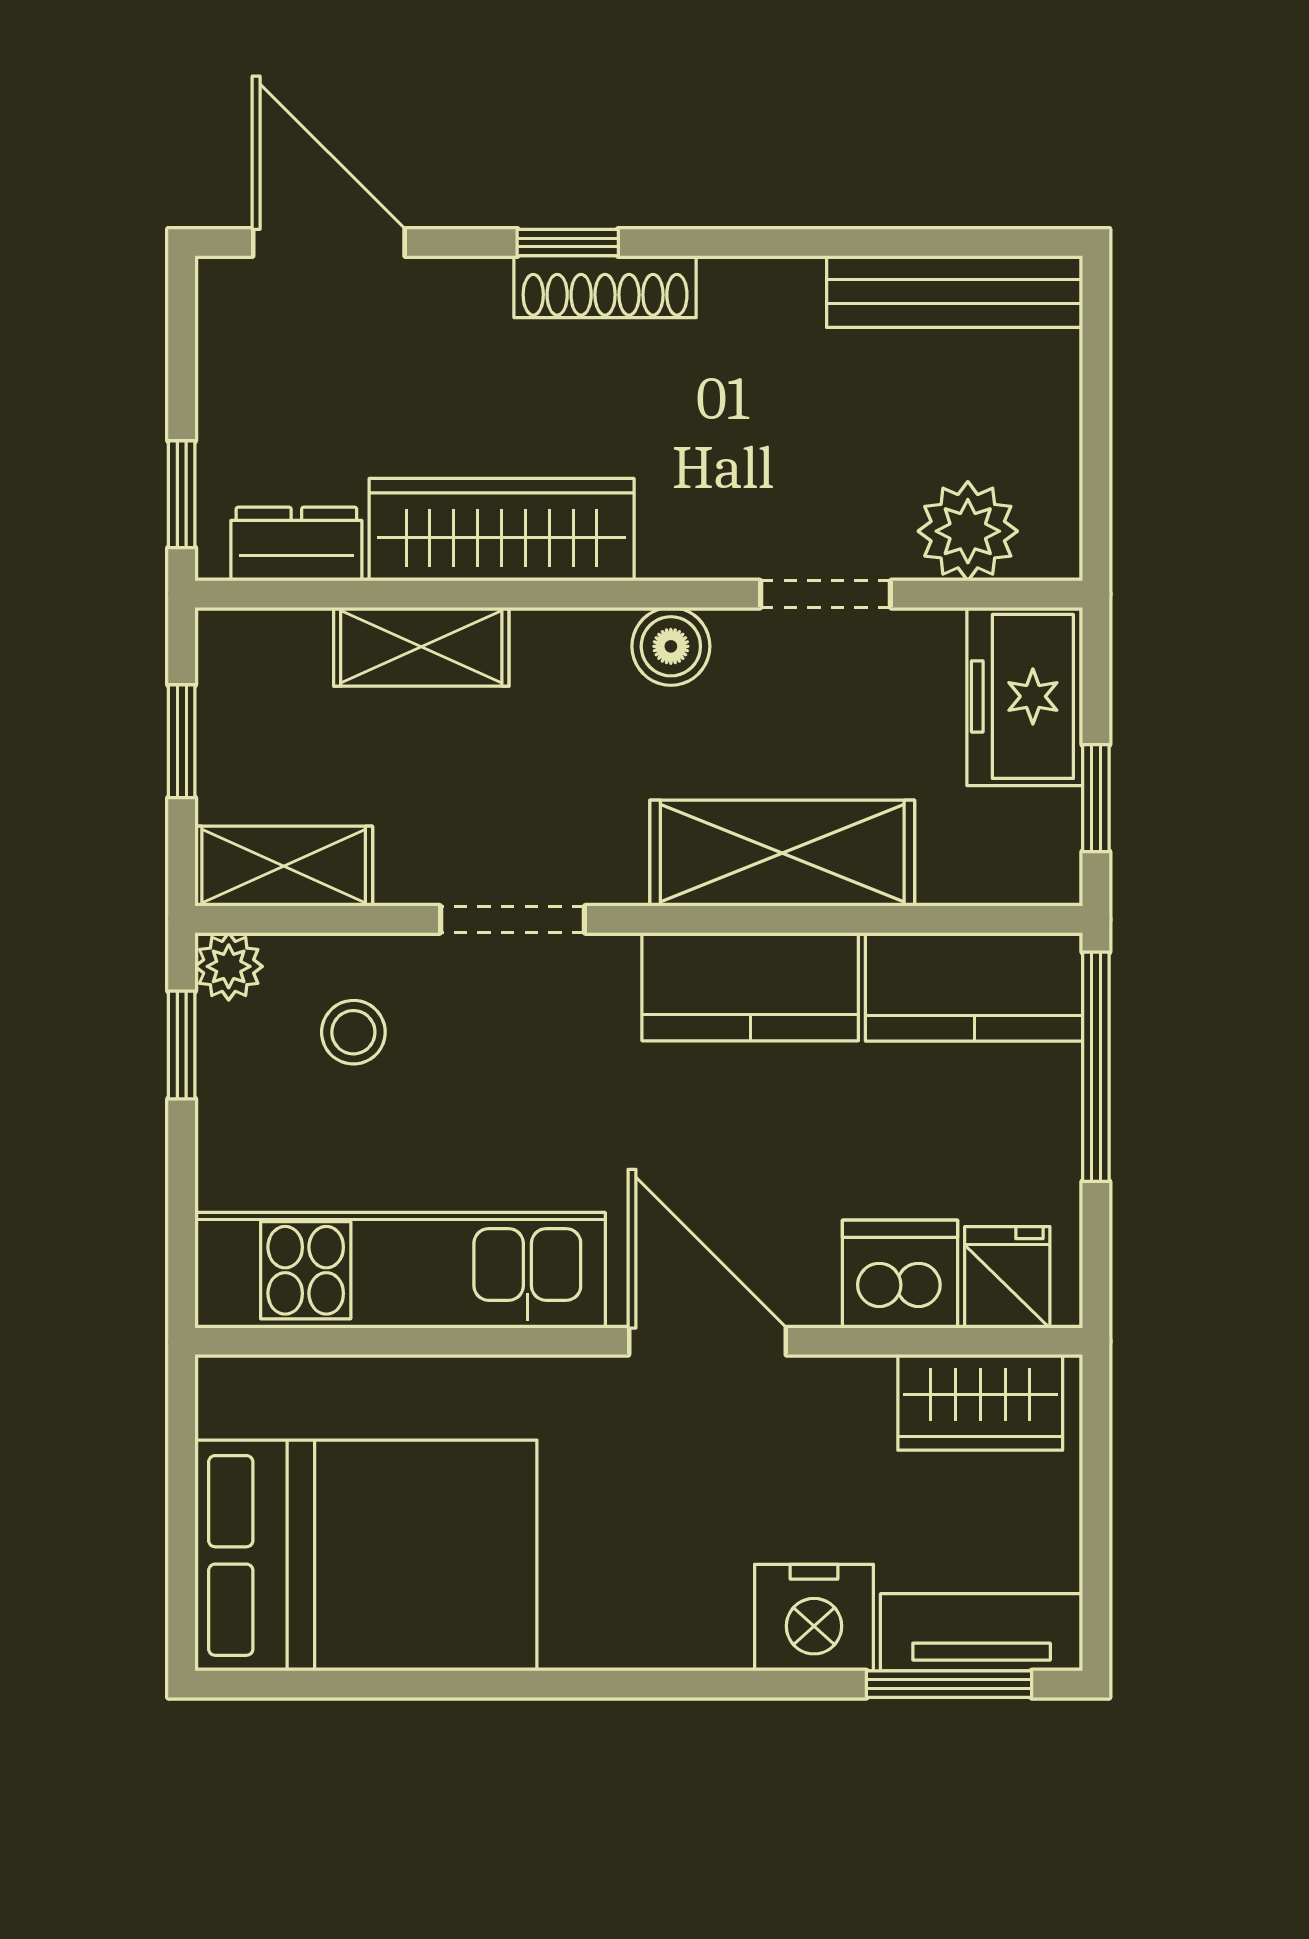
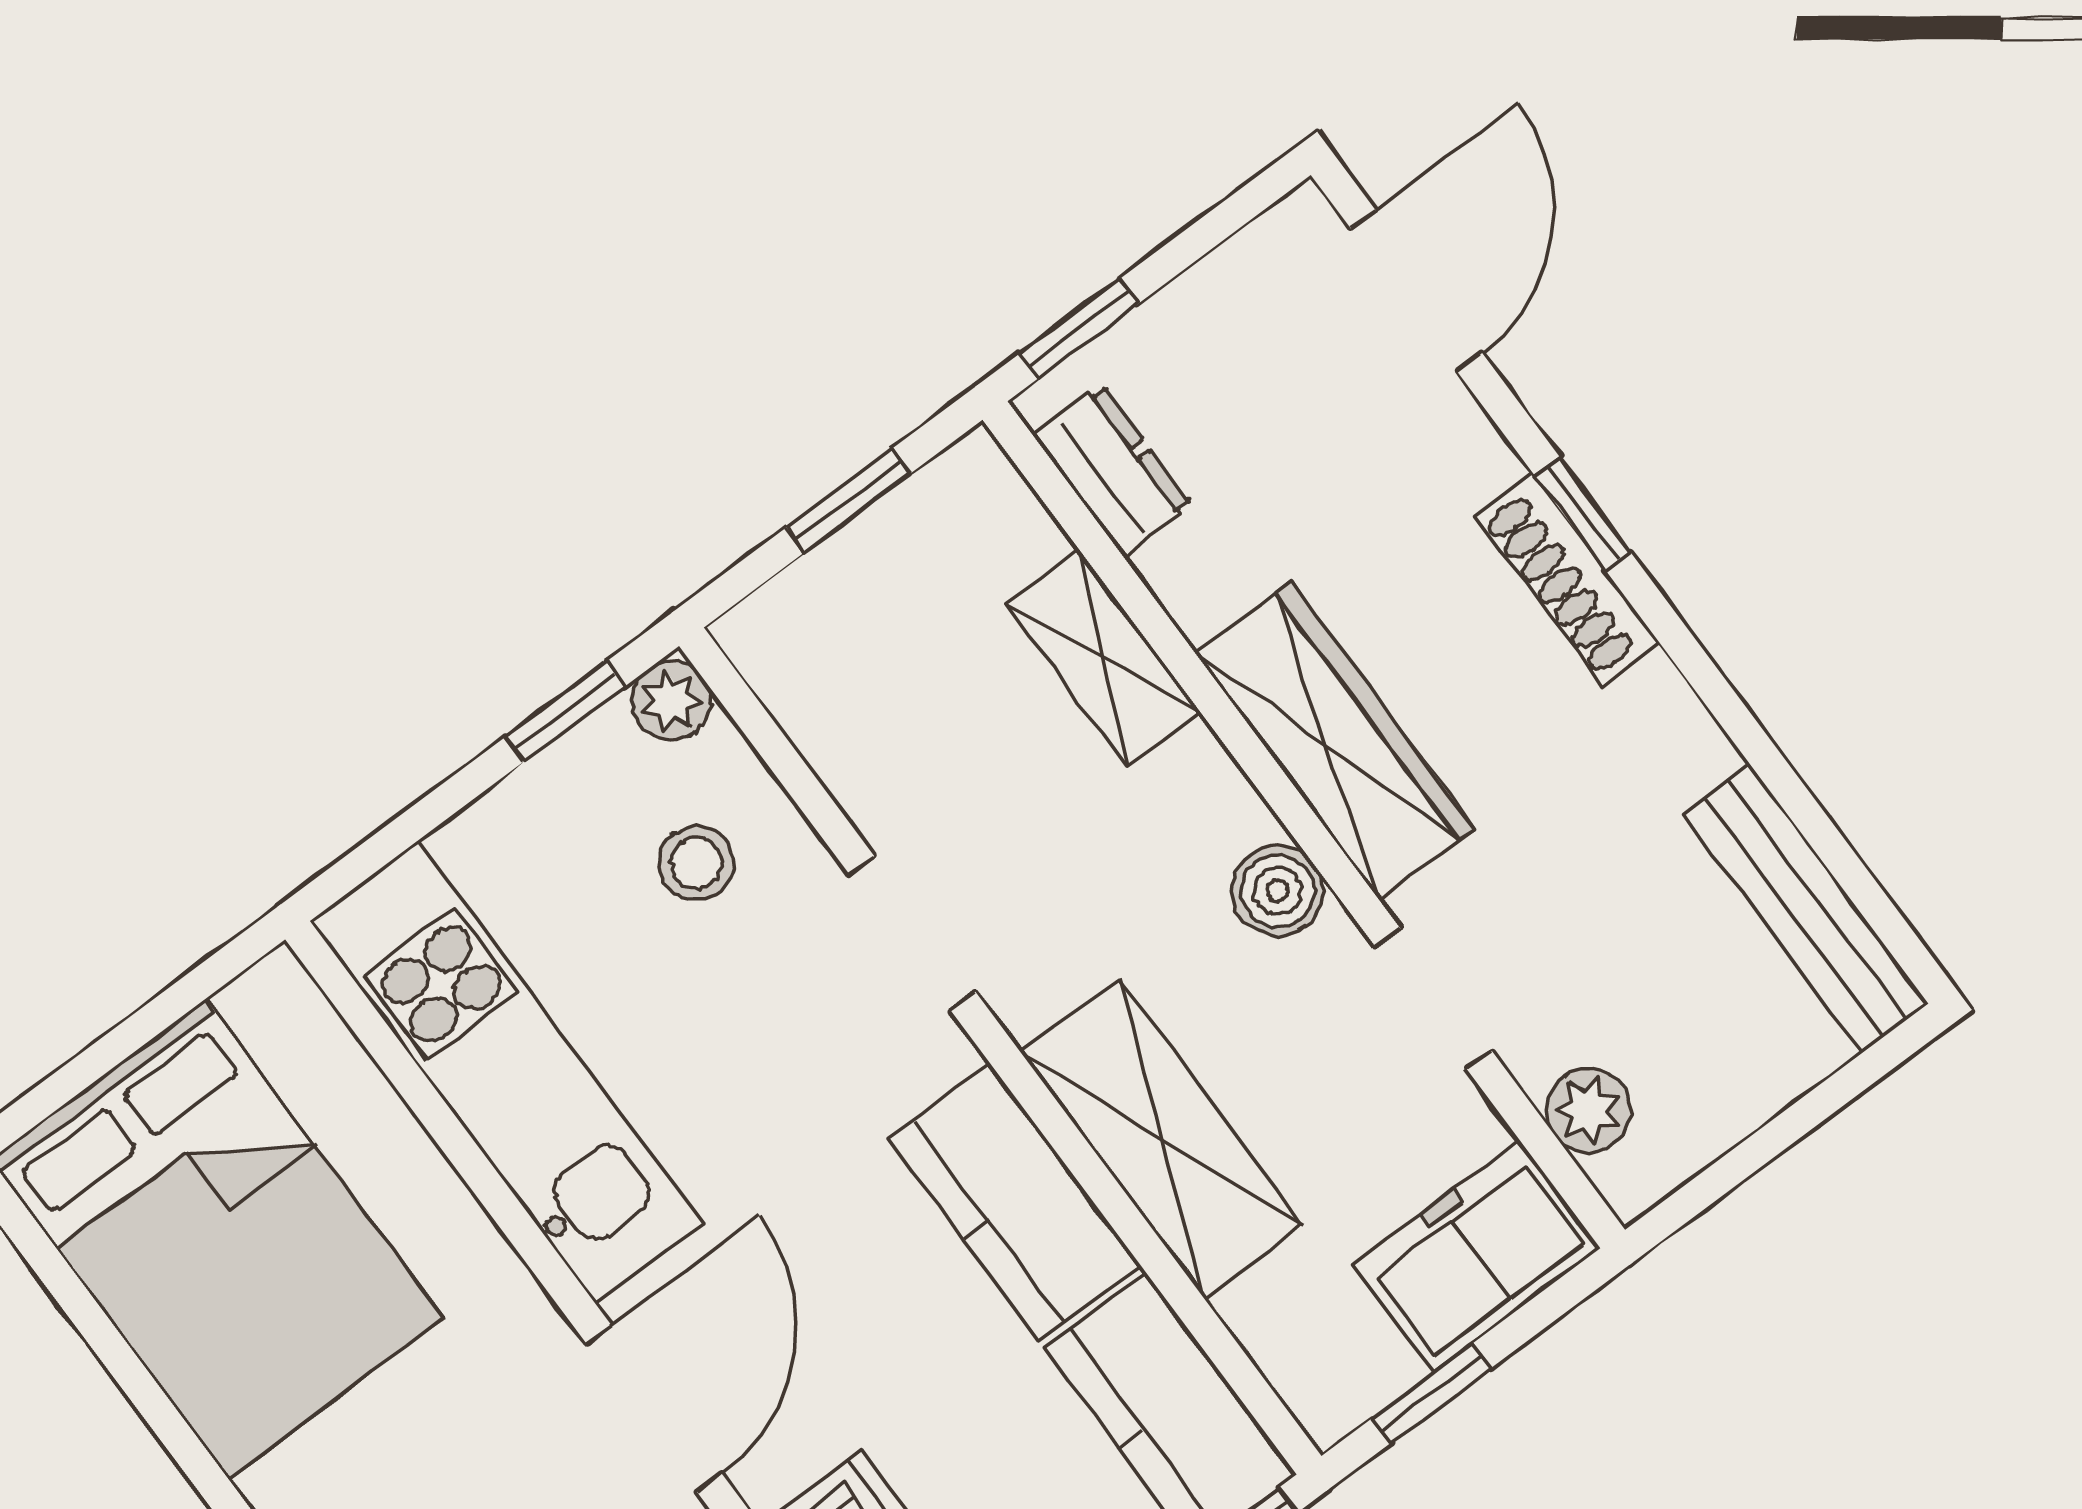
wardrobe: (502, 530) -> (1334, 740), moved
plant: (968, 531) -> (1588, 1110), width x0.73, depth x0.73
shelving: (284, 866) -> (803, 683), removed

